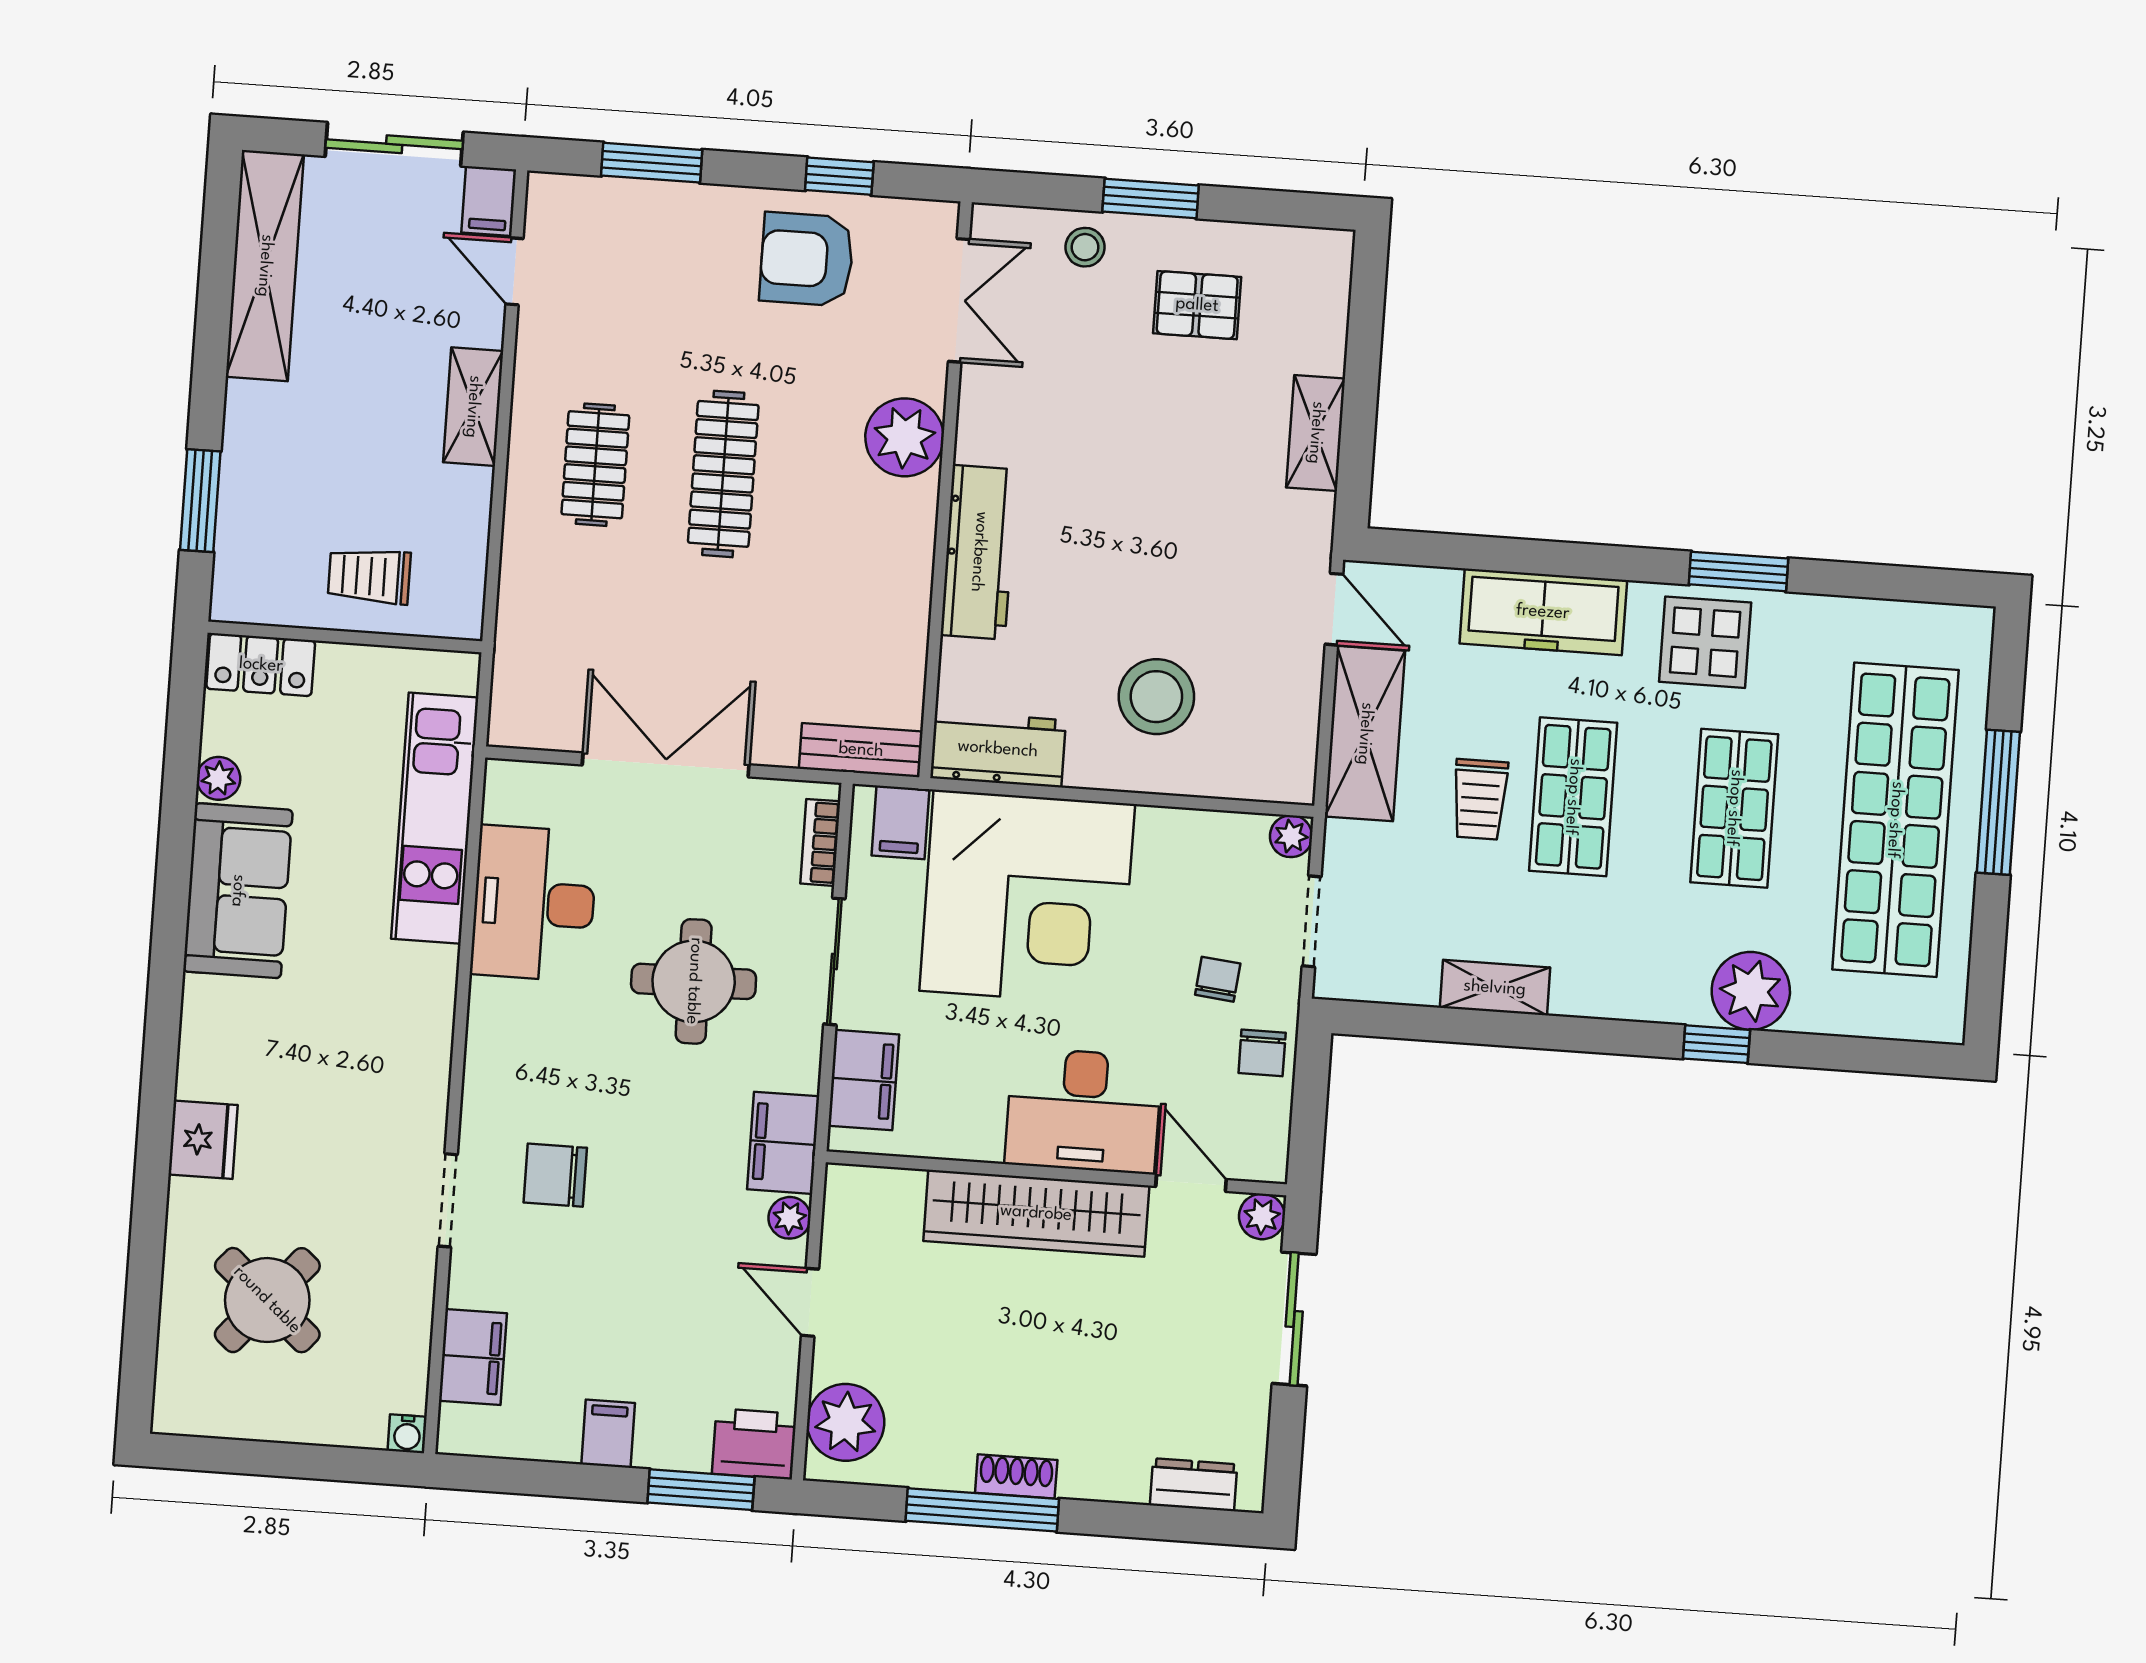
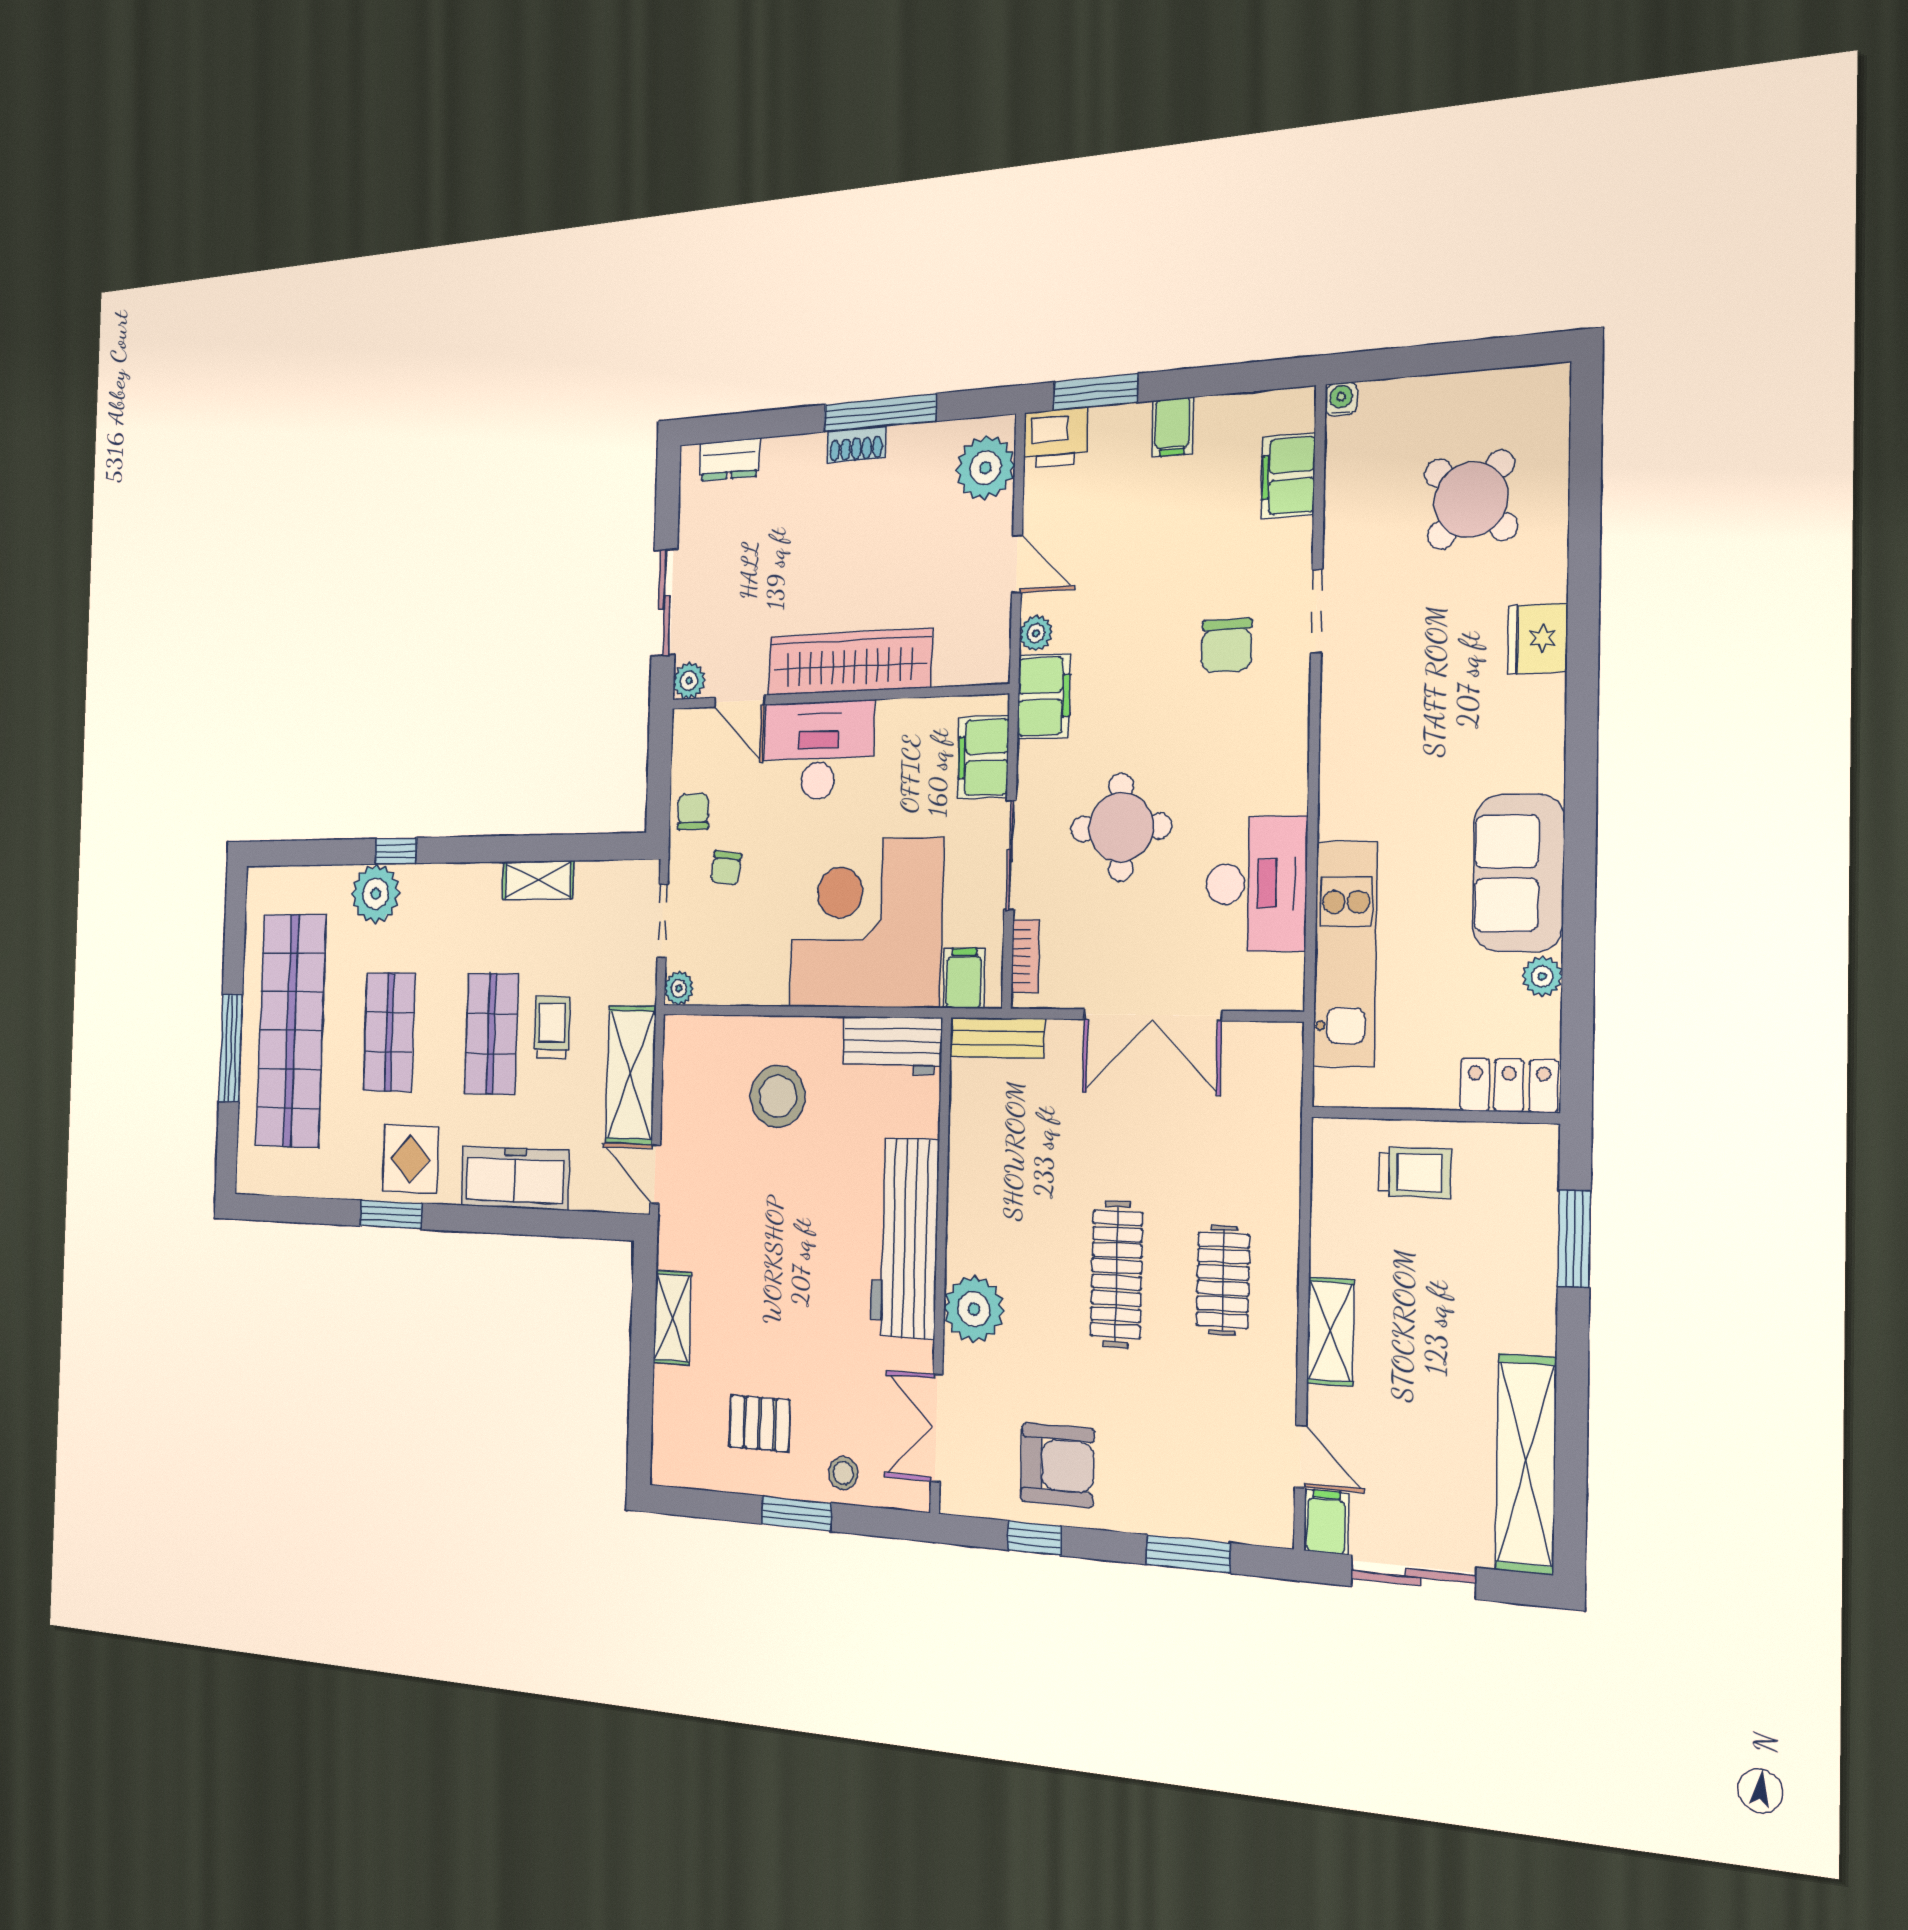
workbench: (979, 552) -> (905, 1238), width x1.36, depth x1.32
chair: (555, 1175) -> (1227, 645), turned 90

